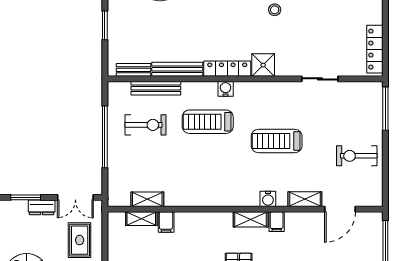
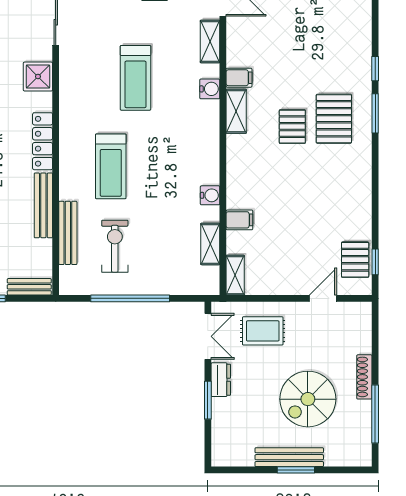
shower: (263, 65) -> (38, 77), moved
bench: (134, 70) -> (29, 287), moved, turned 90
water cooler: (226, 89) -> (210, 195), moved, turned 180
shelving: (141, 219) -> (235, 275), moved

